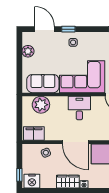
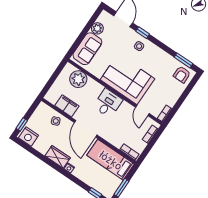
sofa: (43, 84) -> (87, 49), moved, turned 90
filing cabinet: (34, 134) -> (67, 106), moved

